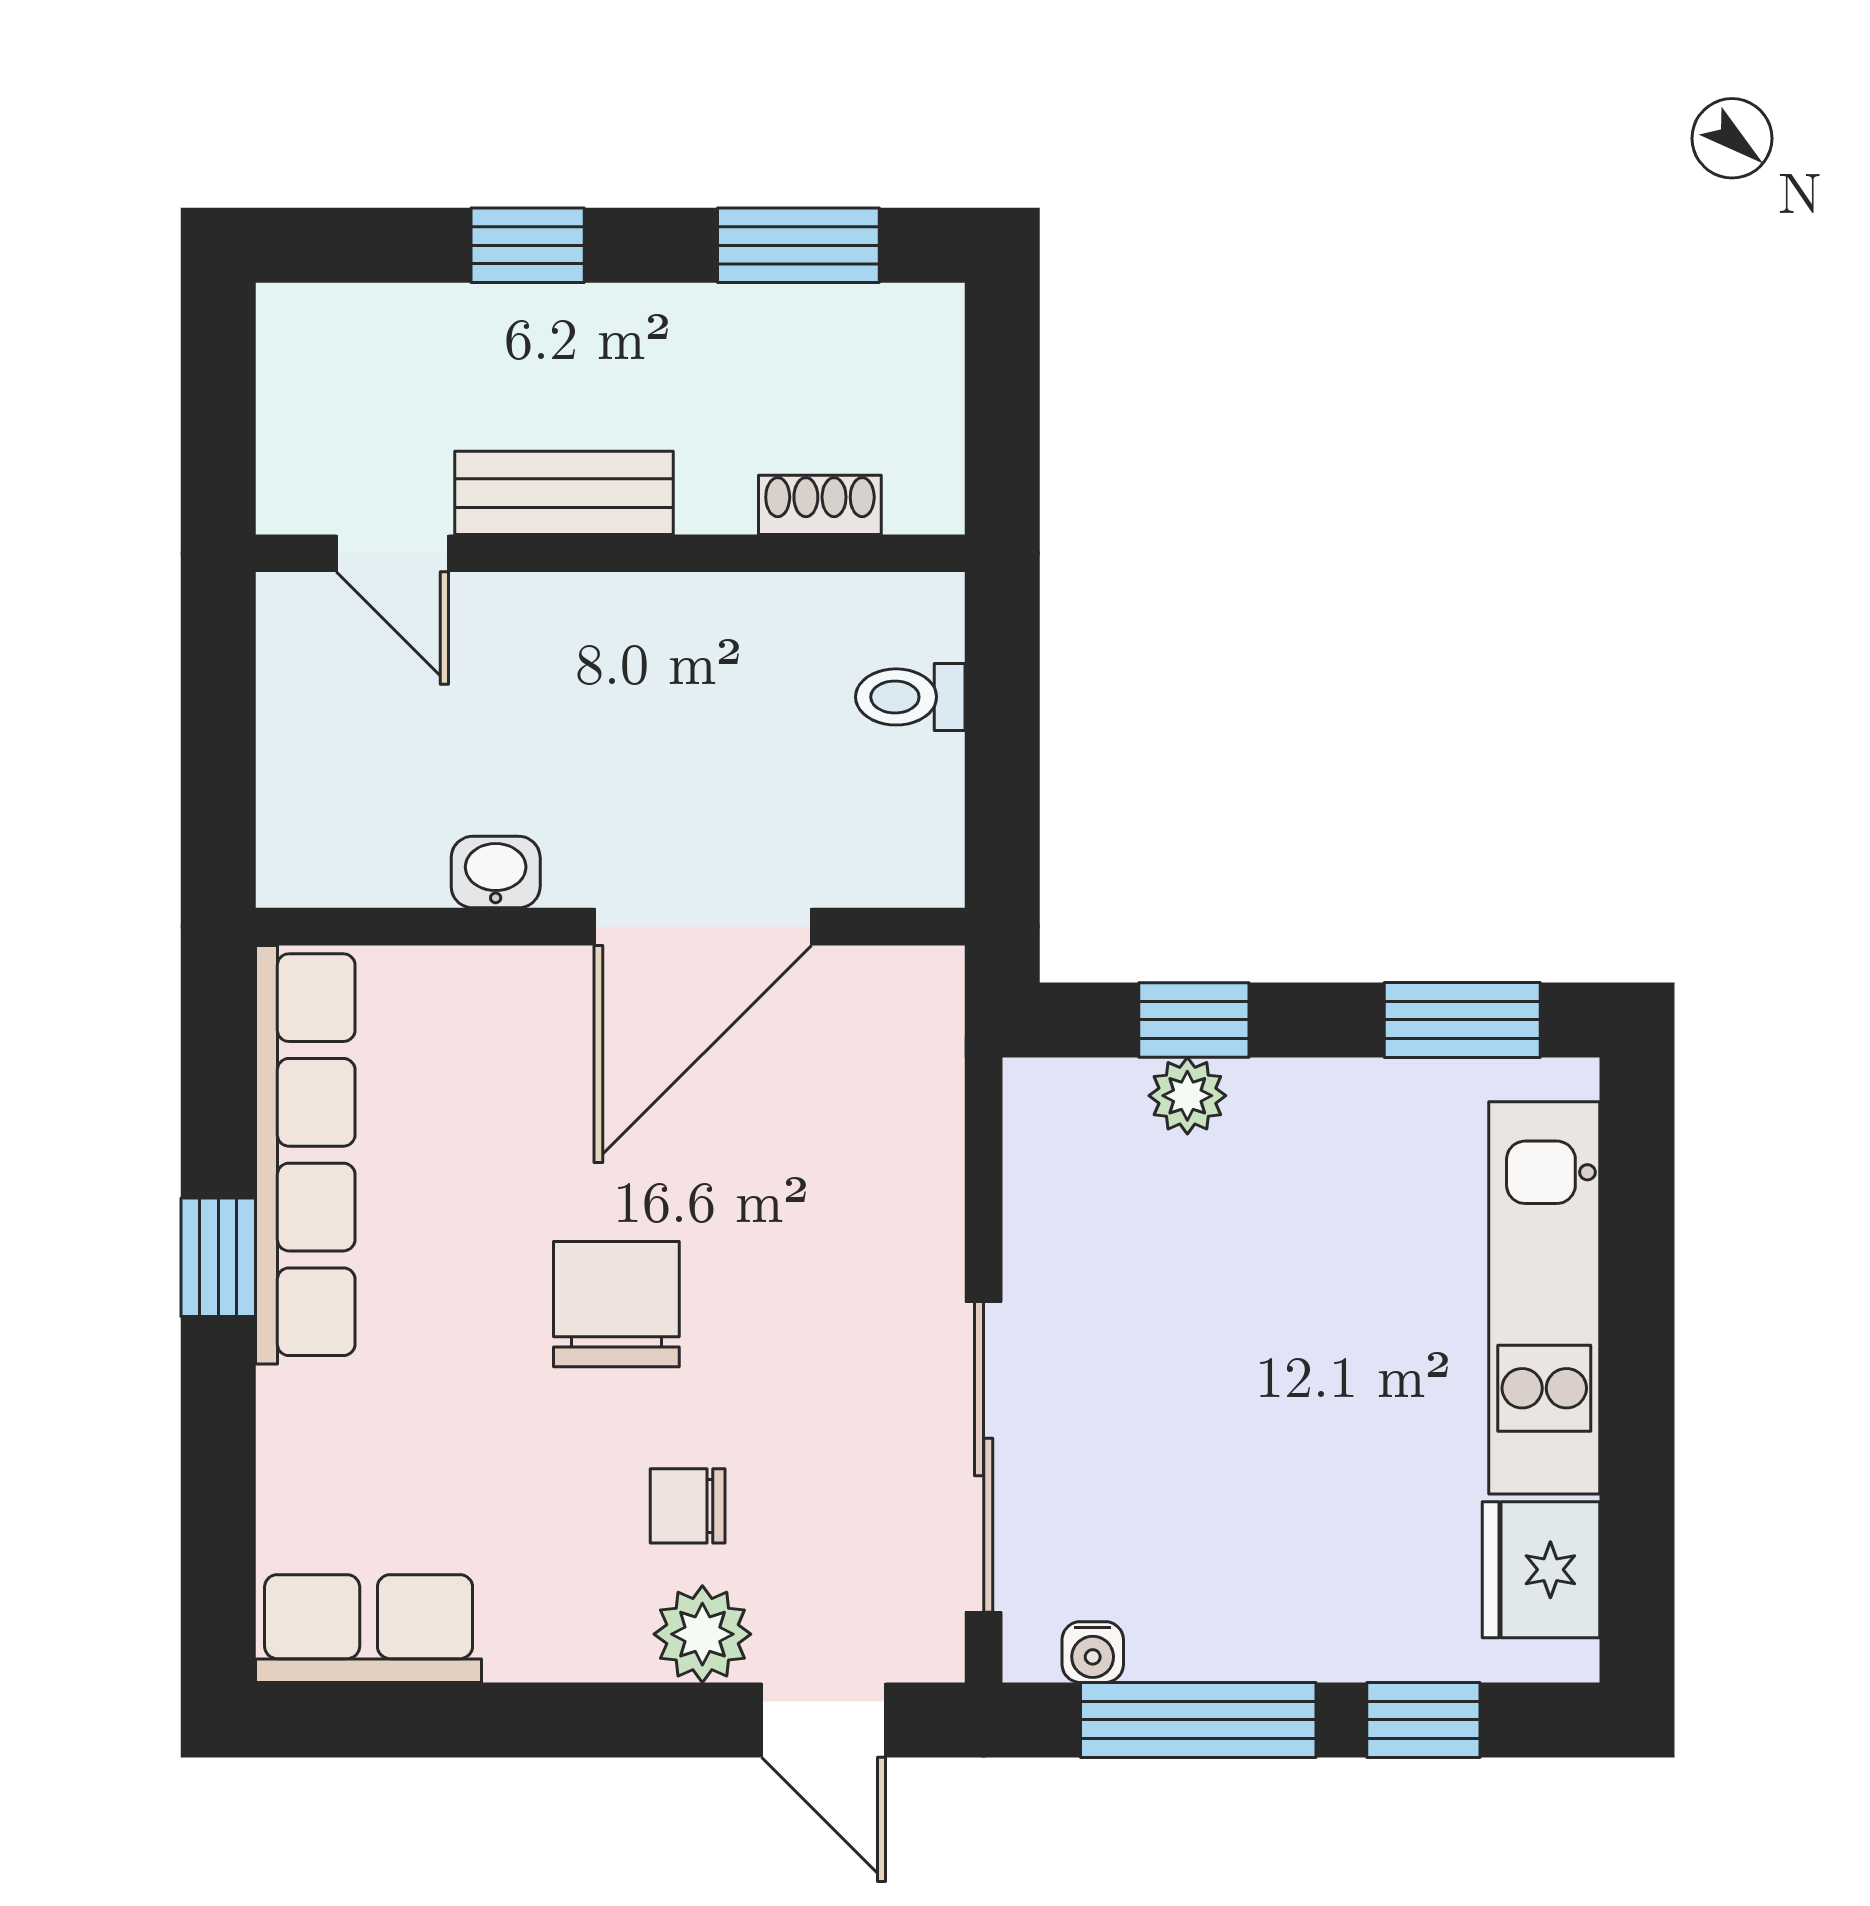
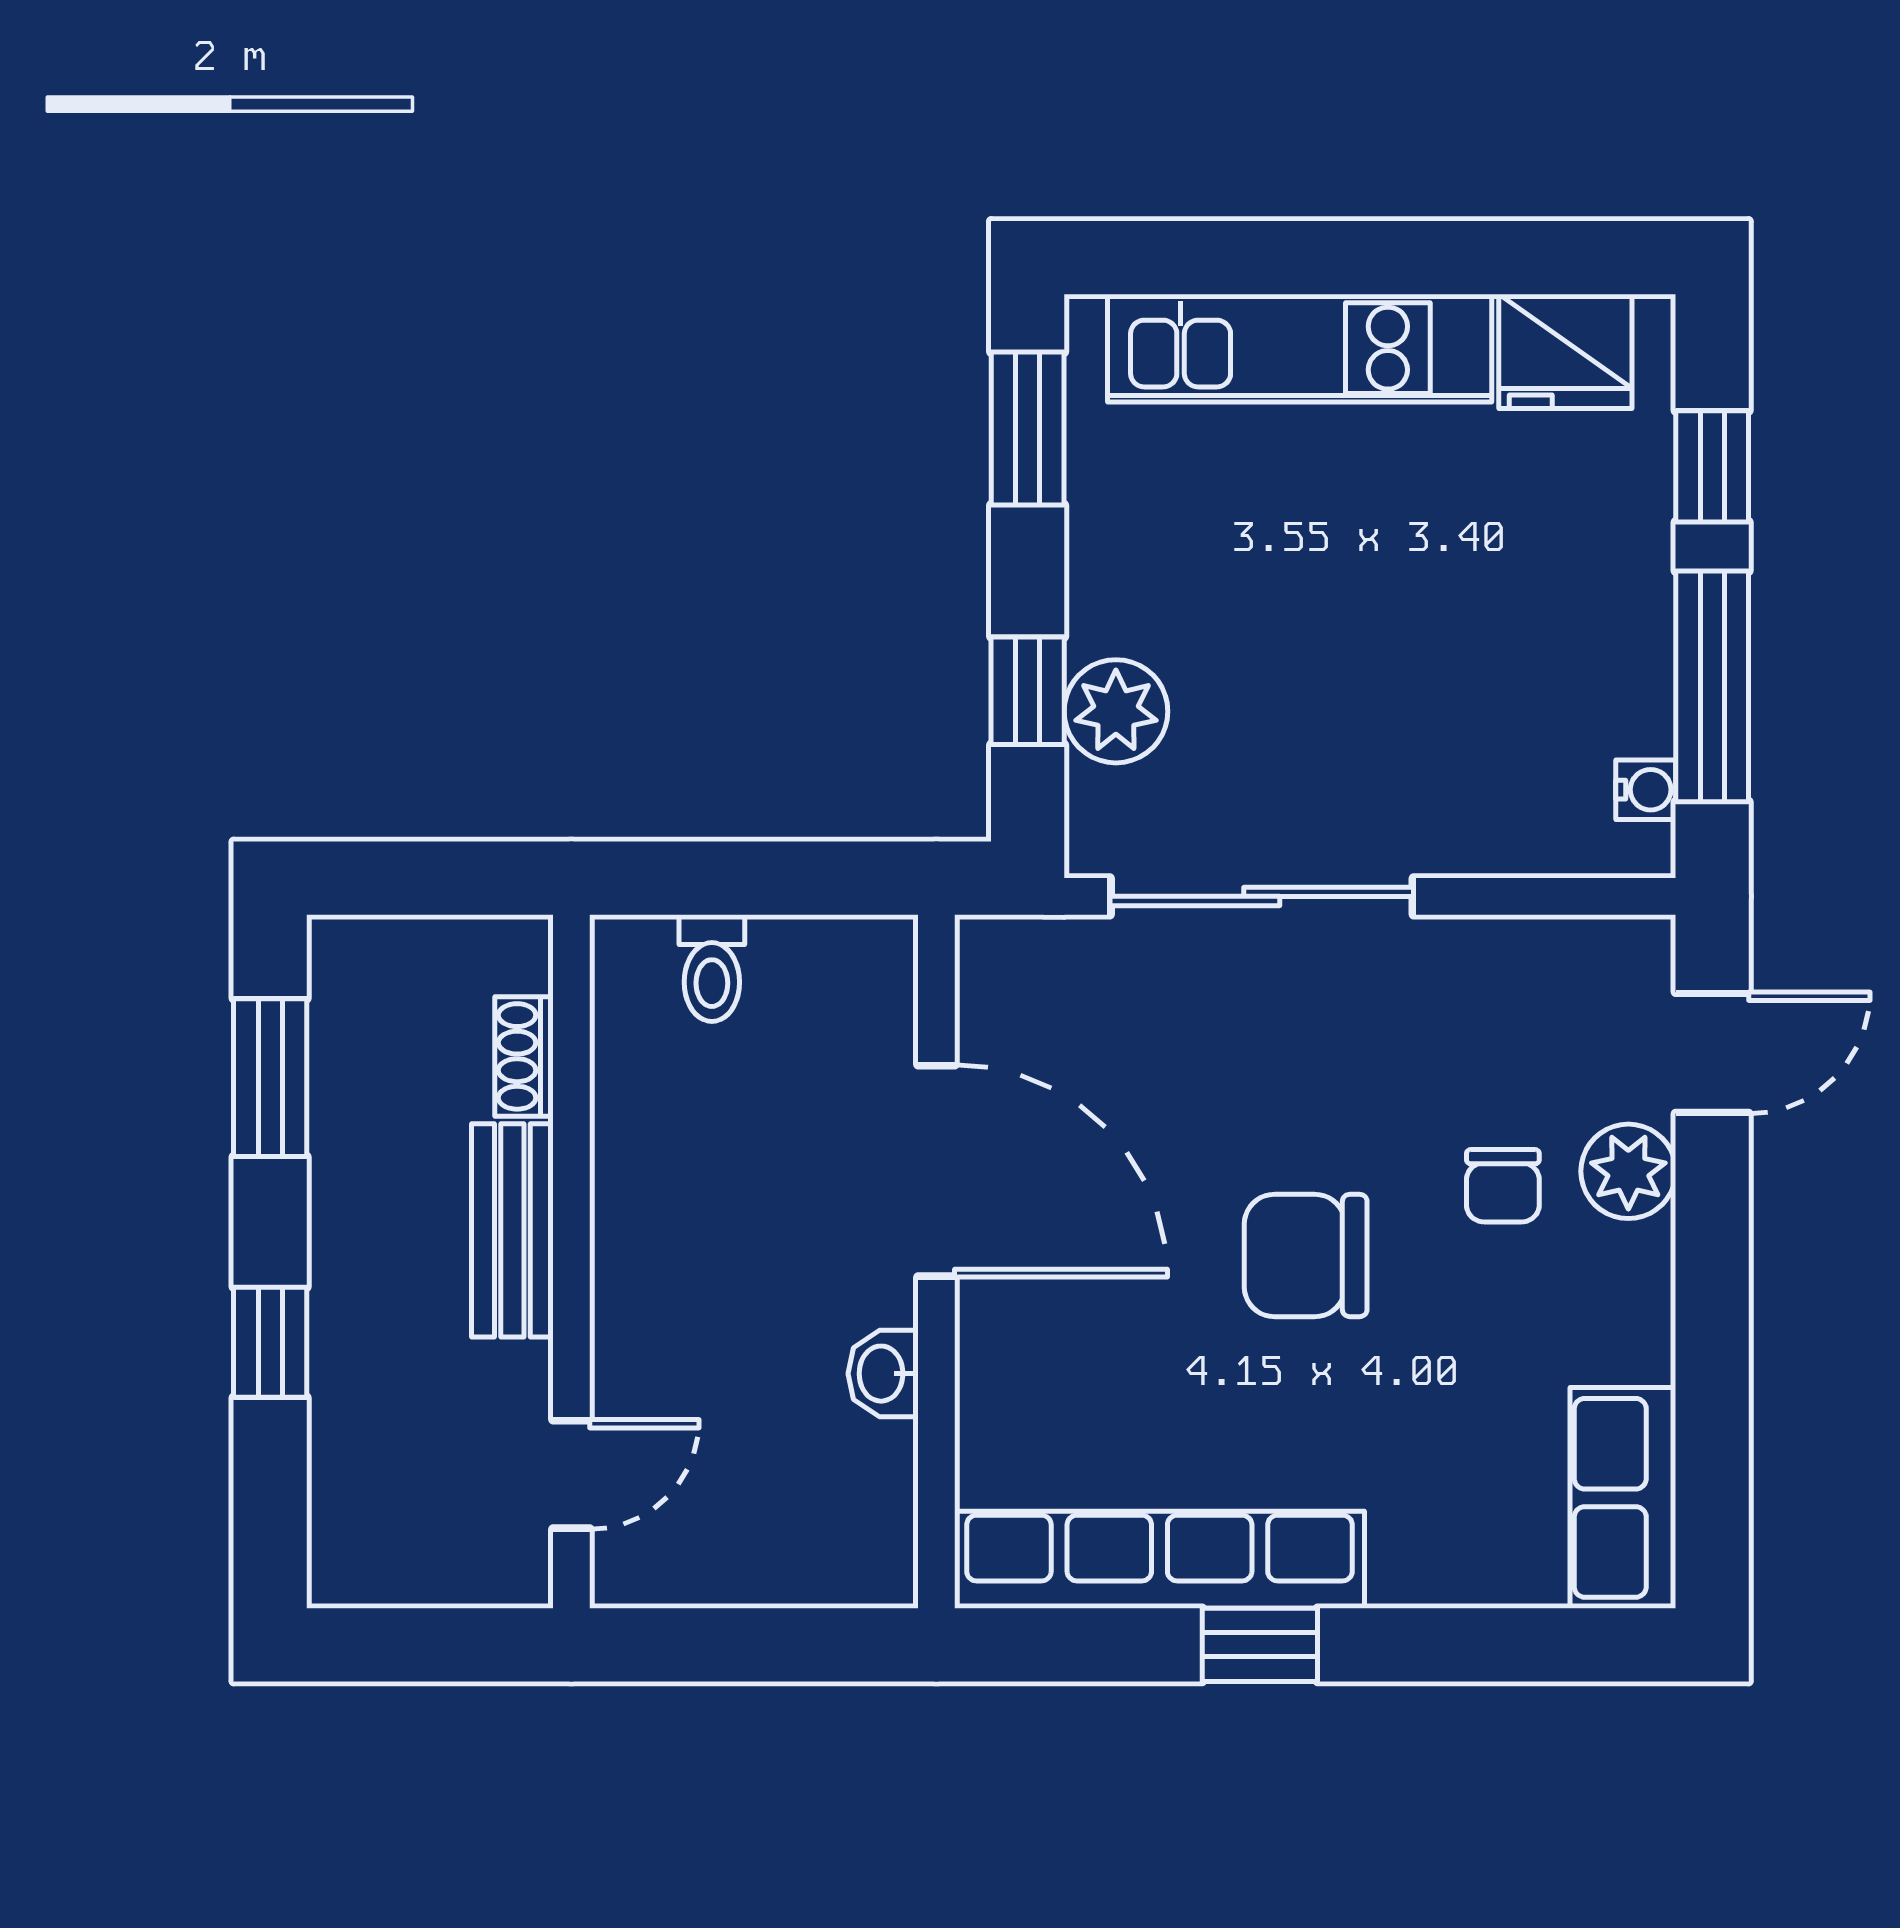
bench: (564, 493) -> (512, 1230), moved
plant: (1187, 1096) -> (1116, 711), width x1.38, depth x1.38
sliding door: (984, 1457) -> (1262, 896), moved

